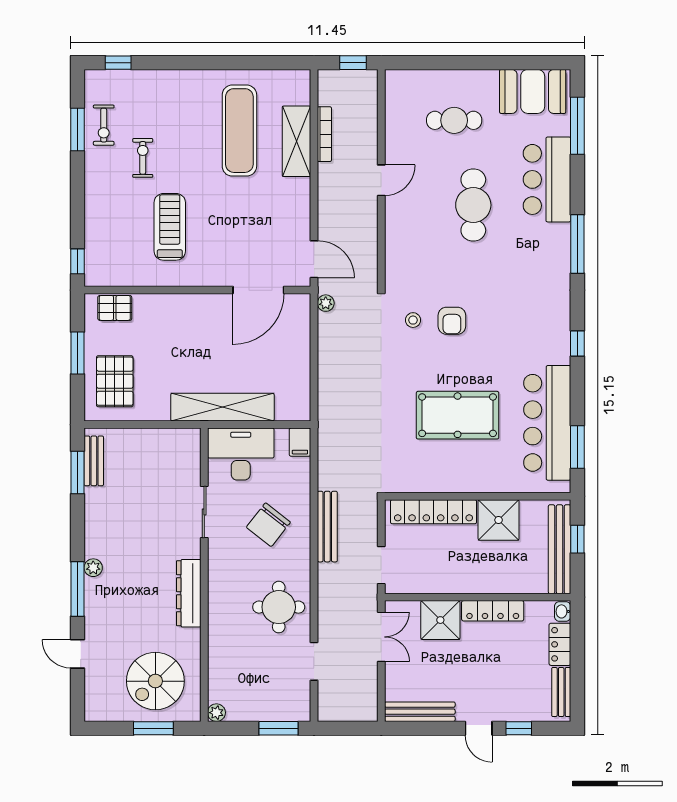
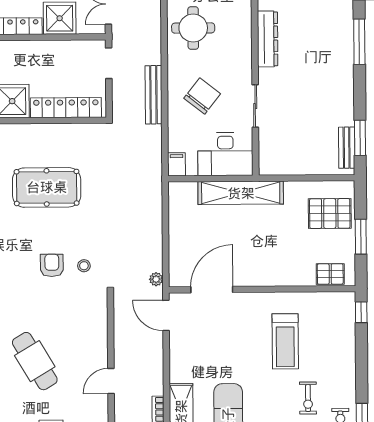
cafe table: (473, 205) -> (35, 361), turned -31
pallet: (115, 381) -> (330, 214), turned 90
plant: (93, 568) -> (346, 59), removed

